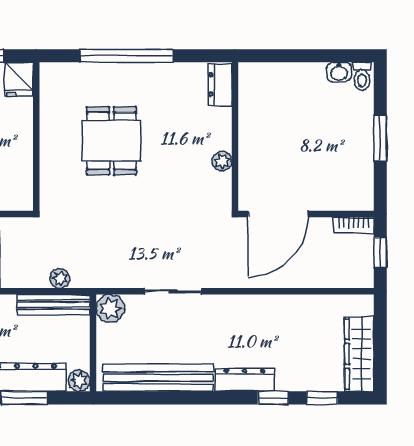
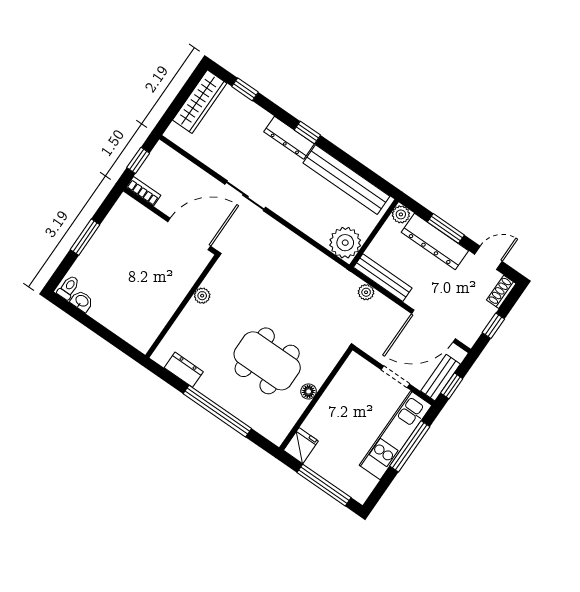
dresser: (220, 84) -> (184, 370), moved, turned -90
floor lamp: (49, 139) -> (309, 391), added
dining table: (112, 141) -> (267, 361), width x1.38
sliding door: (173, 291) -> (245, 196), moved
plant: (110, 309) -> (345, 243), width x1.36, depth x1.36
window: (273, 398) -> (307, 133), moved

